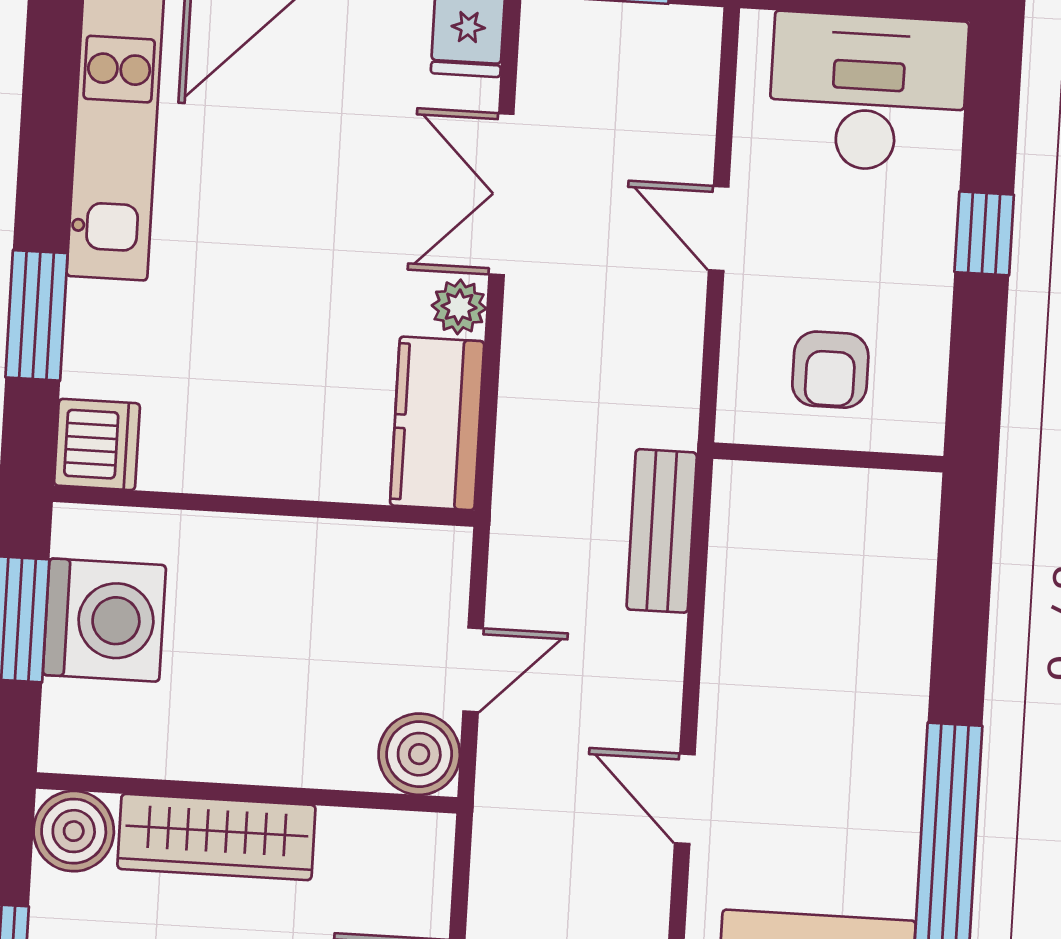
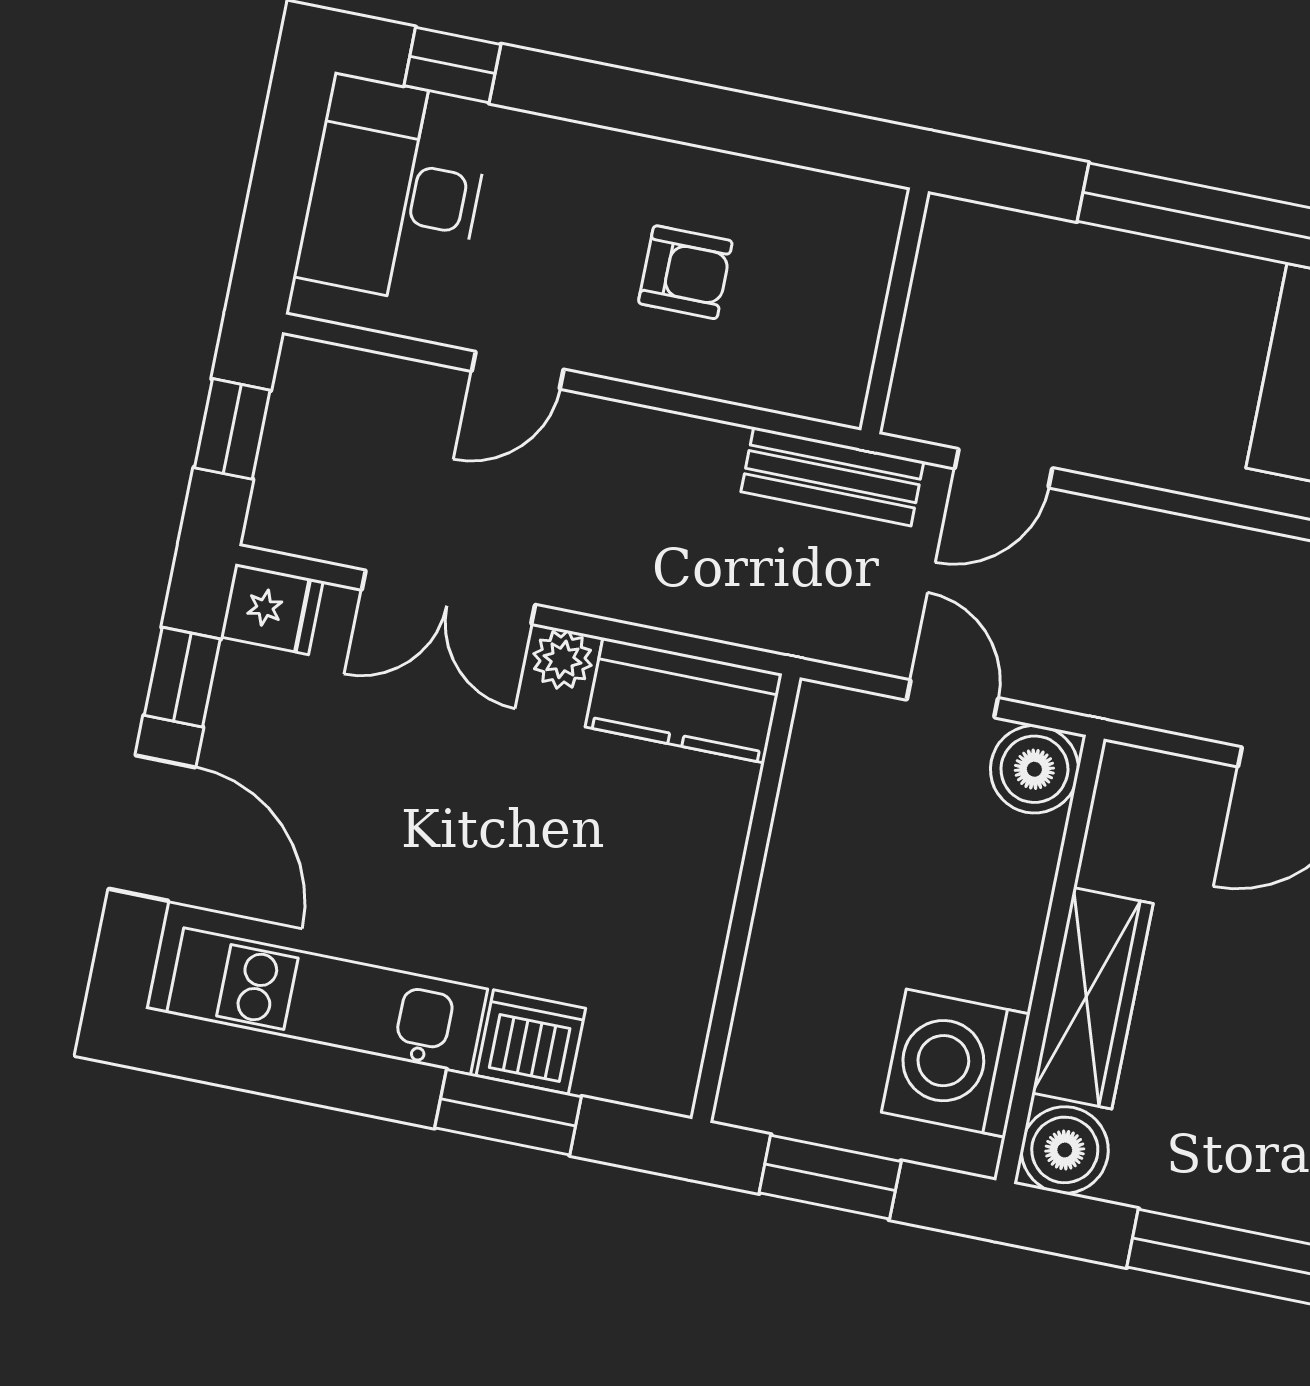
window: (984, 233) -> (452, 65), moved
dishwasher: (97, 444) -> (531, 1042), moved
wall: (828, 457) -> (895, 311), moved
washing machine: (104, 620) -> (956, 1063), moved, turned -90
door: (685, 799) -> (1004, 468), moved

